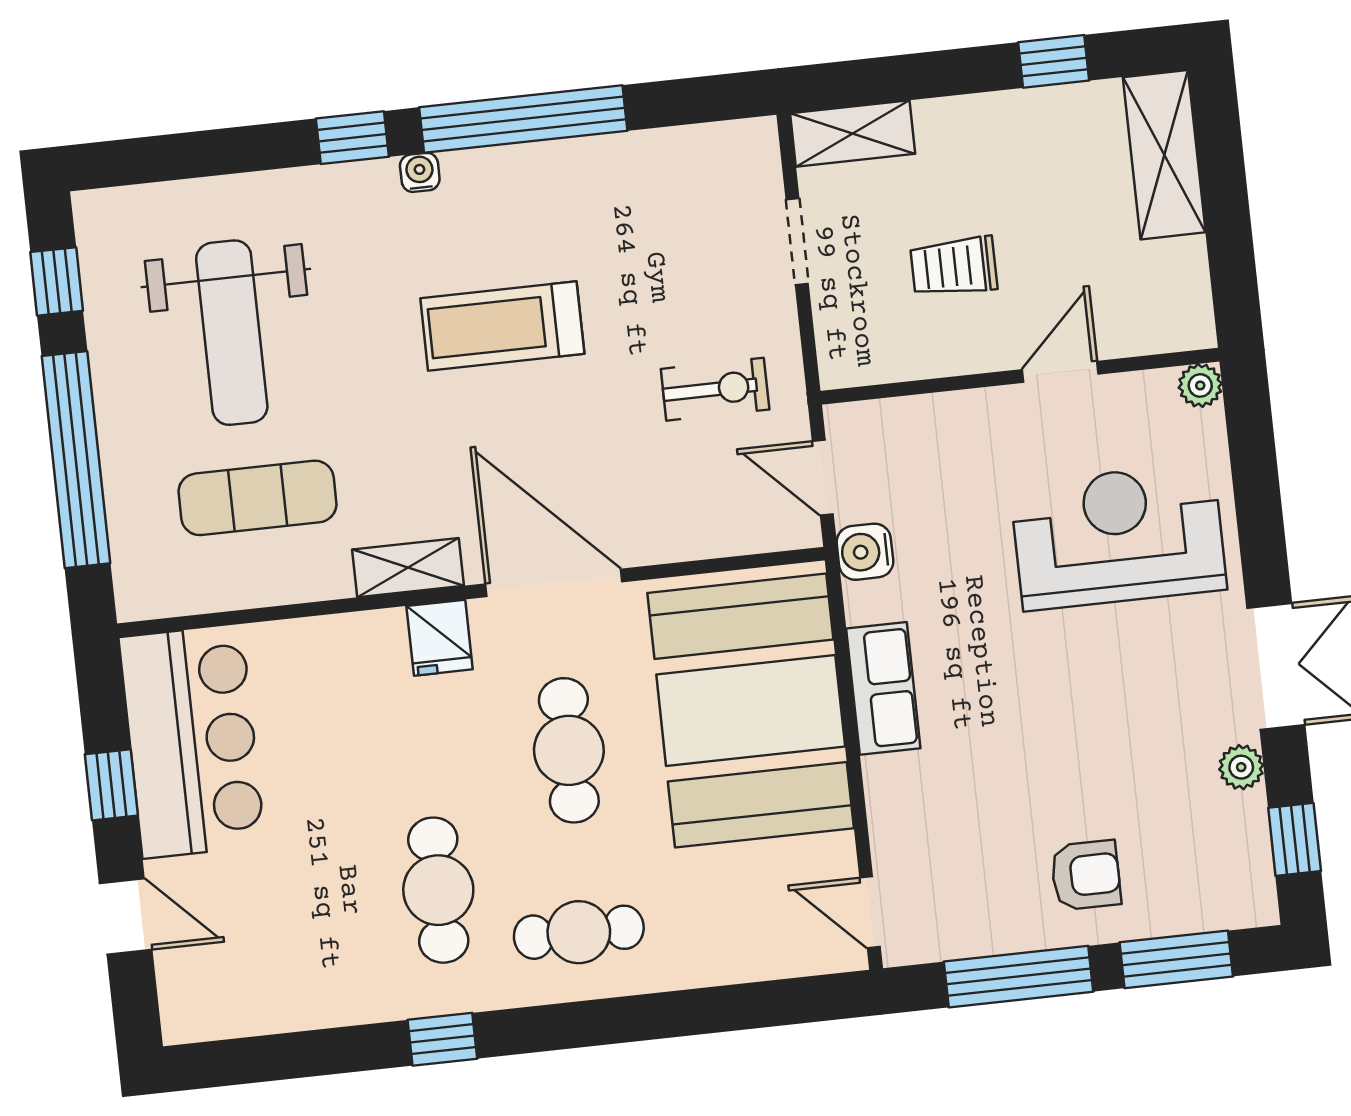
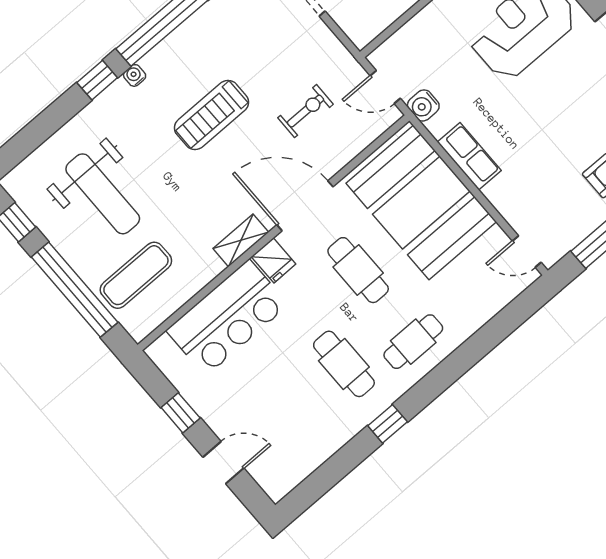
exercise bike: (715, 389) -> (305, 111), moved
exercise mat: (257, 498) -> (136, 275), moved
bar counter: (192, 741) -> (227, 318), moved, turned 90

